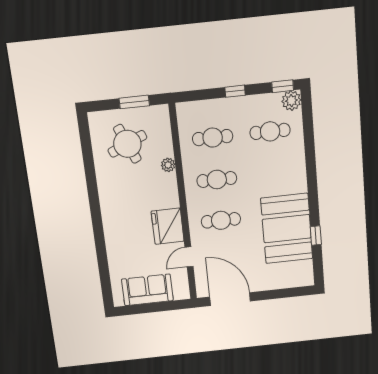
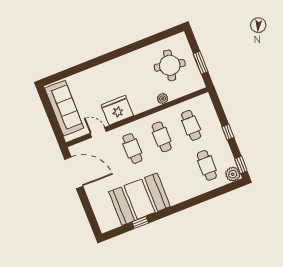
round table: (127, 144) -> (170, 65), turned 34
sofa: (147, 290) -> (64, 108), width x1.36
door: (230, 299) -> (74, 173), hinge flipped

